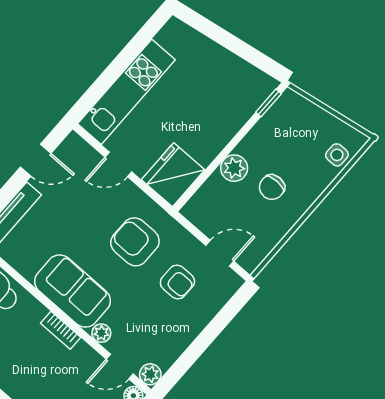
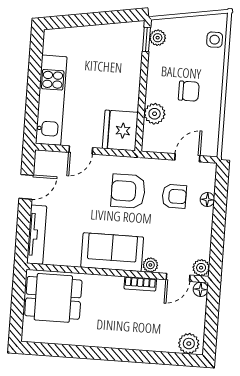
plant: (281, 110) -> (158, 38), added
plant: (234, 168) -> (155, 114), moved
chair: (272, 187) -> (189, 91), turned -90
floor lamp: (208, 310) -> (207, 200), added
bookcase: (61, 330) -> (140, 284), moved

